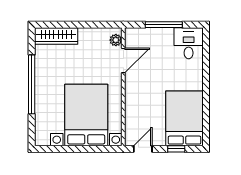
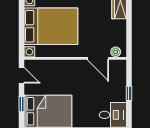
window: (164, 25) -> (129, 93), width x0.46

